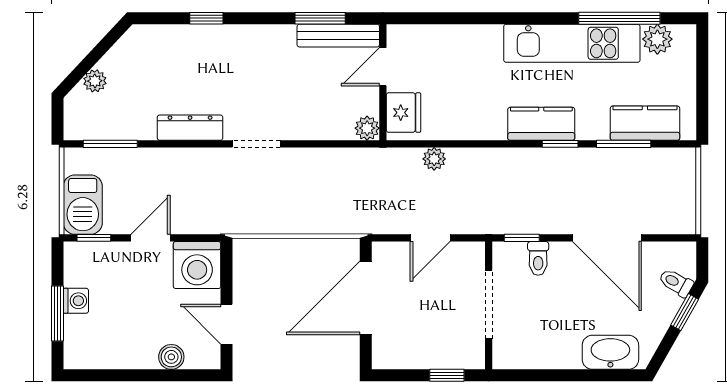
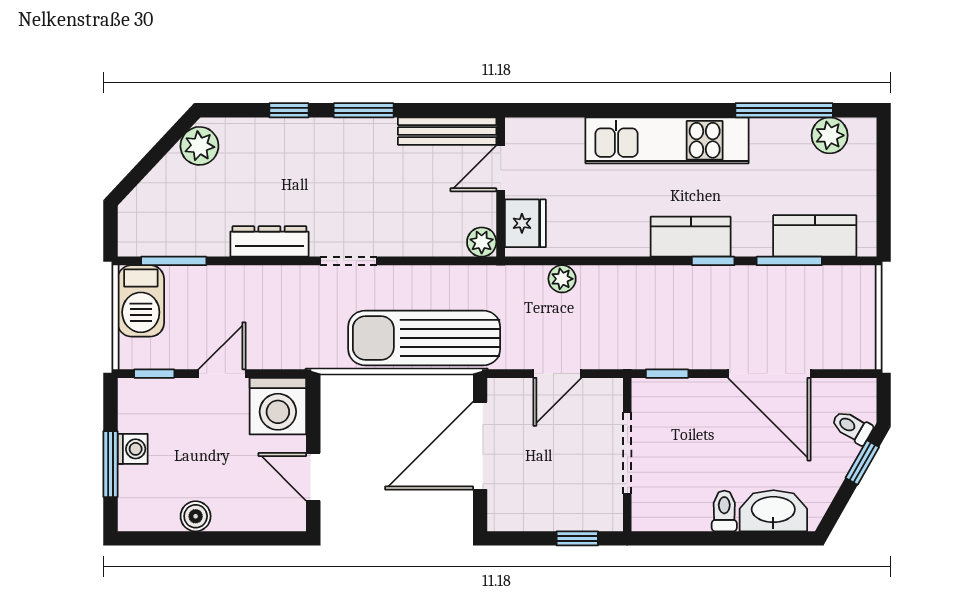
window: (320, 18) -> (364, 110), moved
kitchen unit: (572, 43) -> (667, 140), moved
plant: (95, 81) -> (199, 146), moved, width x1.38, depth x1.38
barbecue: (83, 205) -> (141, 301), moved
sun lounger: (319, 208) -> (424, 338), added
toilet: (538, 258) -> (724, 511), moved, turned 180
boiler: (171, 357) -> (196, 516), moved

